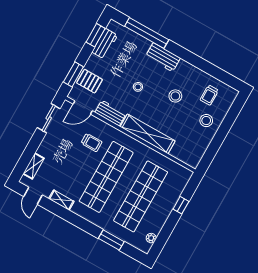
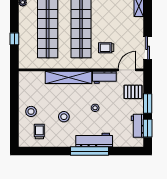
window: (147, 33) -> (90, 151), moved
workbench: (163, 57) -> (94, 140), width x1.38
window: (73, 74) -> (148, 104), moved

